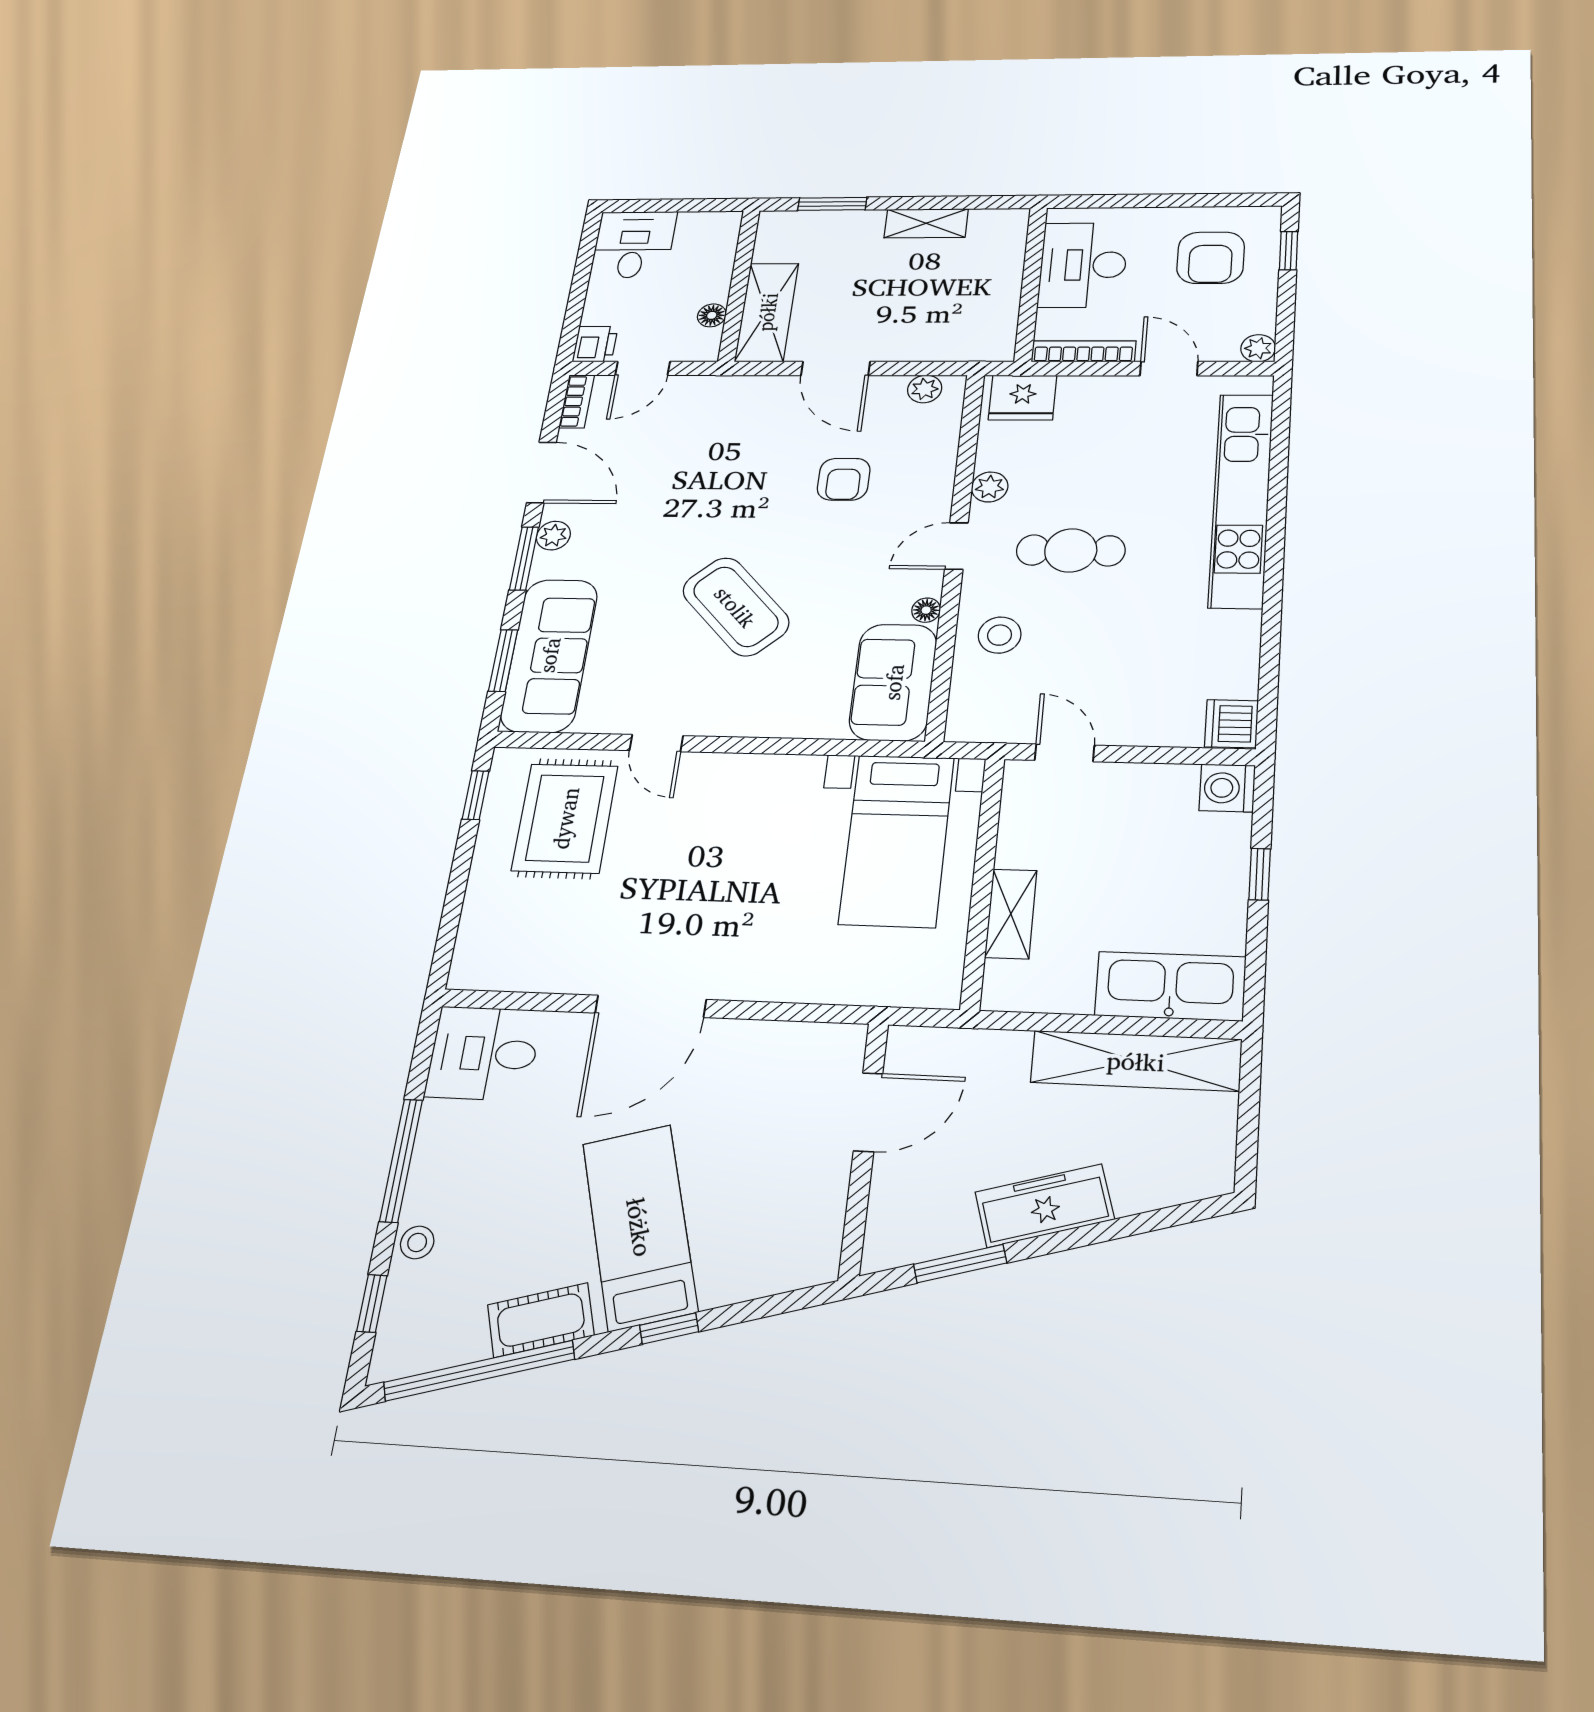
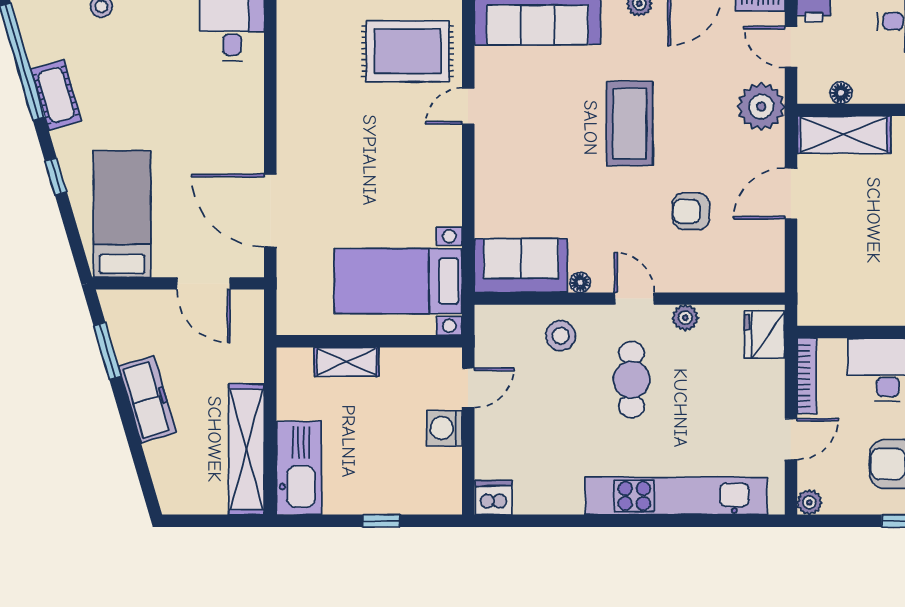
plant: (925, 389) -> (761, 107), moved, width x1.87, depth x1.87
coffee table: (736, 607) -> (630, 123), moved, turned -47
washing machine: (1227, 788) -> (444, 428), moved, turned -90
door: (651, 1006) -> (270, 211), moved
bed: (640, 1227) -> (122, 214), moved, turned -74

